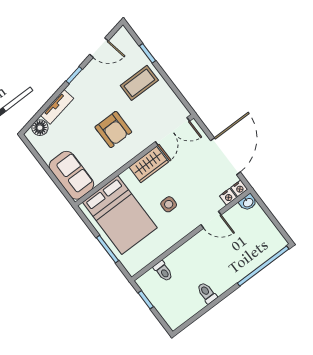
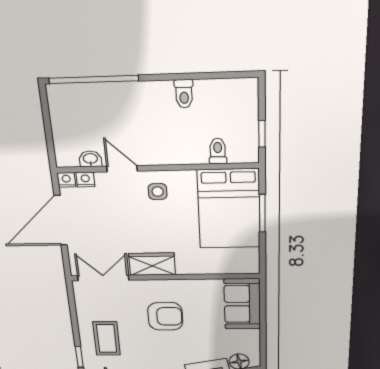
coffee table: (139, 83) -> (107, 338), turned 90
armchair: (113, 130) -> (165, 316), turned 90
washbasin: (248, 202) -> (90, 159), moved
side table: (169, 204) -> (158, 192), moved
bed: (120, 215) -> (229, 209), moved, turned 180

